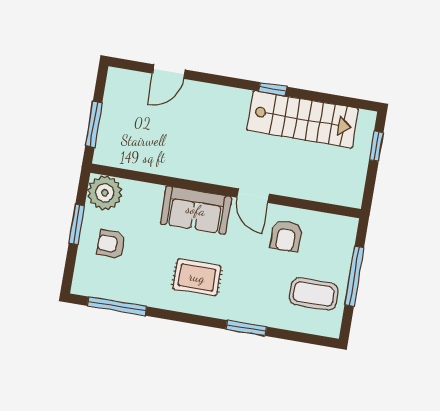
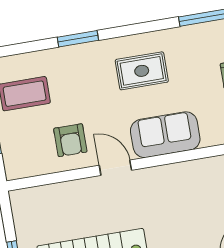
armchair: (286, 236) -> (70, 140), turned 180

